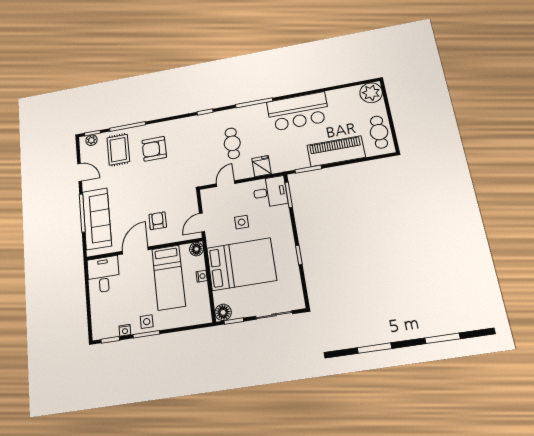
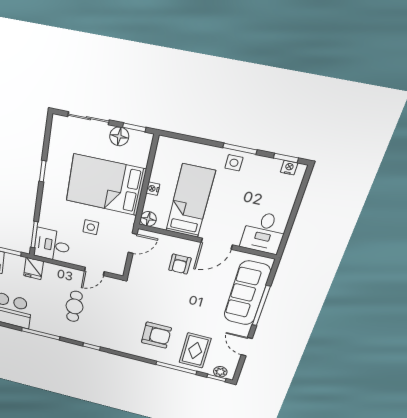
fridge: (262, 166) -> (34, 268), moved
floor lamp: (223, 312) -> (119, 136), moved
nightstand: (125, 330) -> (289, 168), moved

